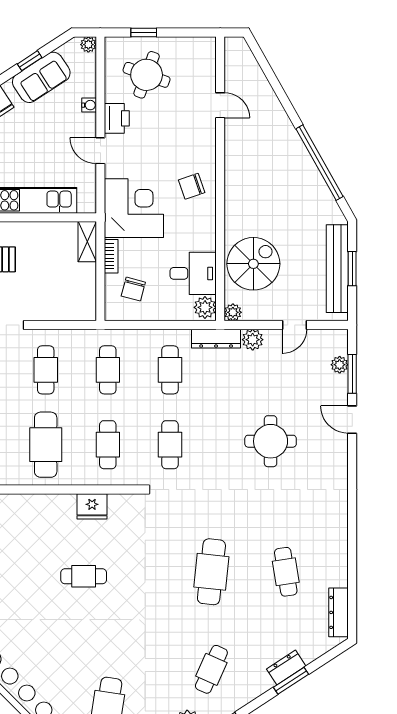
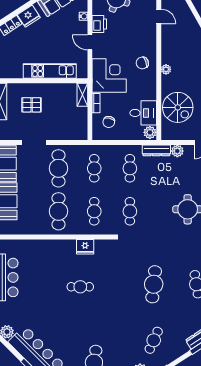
spiral stairs: (253, 264) -> (178, 107), turned 90
plant: (233, 312) -> (166, 69), moved
cafe table: (46, 370) -> (58, 168), width x1.37, depth x1.35

